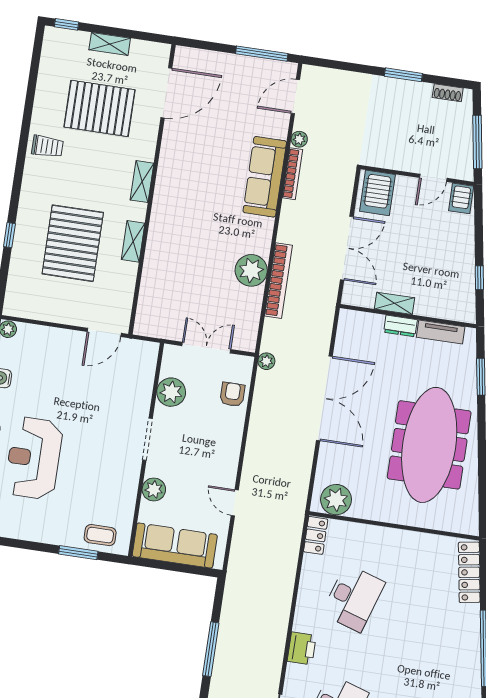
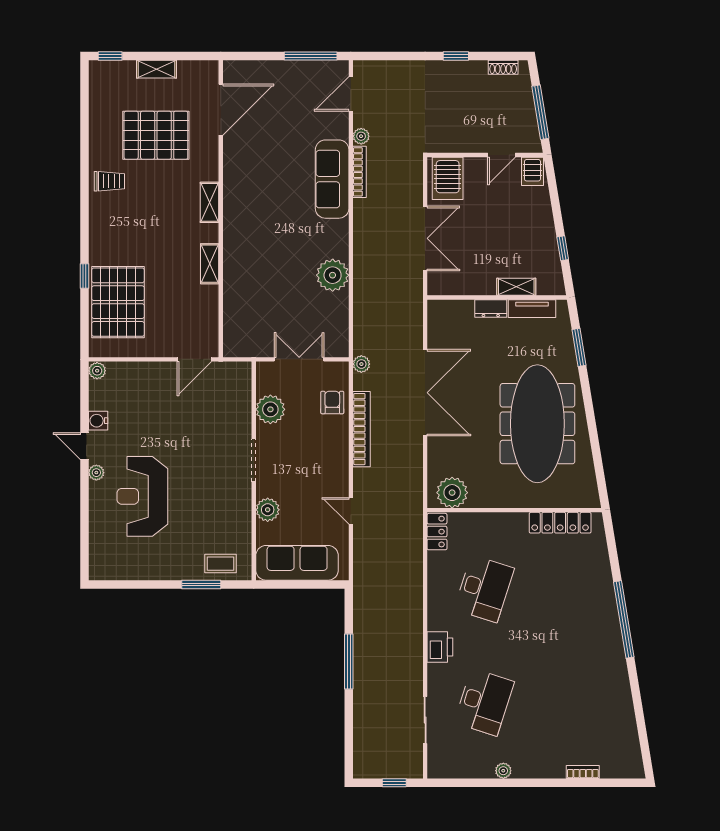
window: (403, 75) -> (456, 56), width x0.67
pallet: (73, 243) -> (118, 302), moved
bookcase: (279, 281) -> (361, 429), moved
shelving: (395, 303) -> (516, 287), moved
locker: (469, 572) -> (560, 523), moved, turned -81

